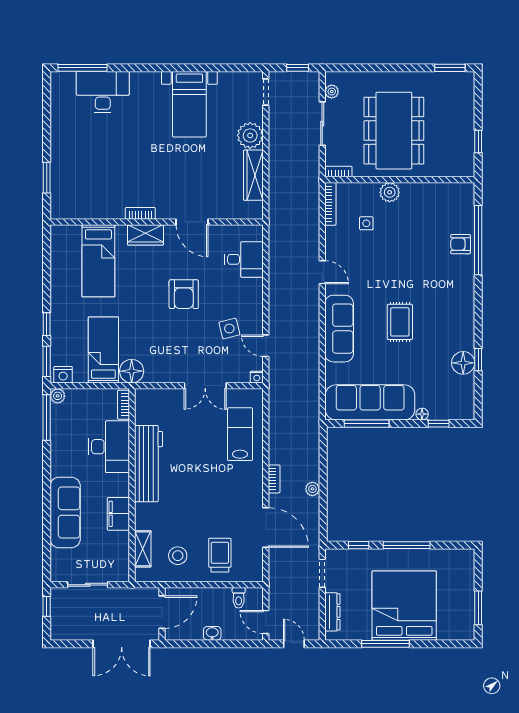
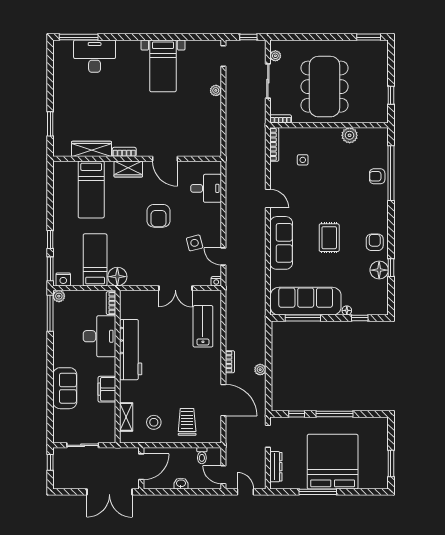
plant: (250, 135) -> (216, 90), width x0.53, depth x0.53
wardrobe: (253, 175) -> (91, 149), moved, turned 90
plant: (390, 192) -> (350, 135), moved
armchair: (457, 328) -> (375, 242), added
sofa: (65, 512) -> (65, 388), width x0.73

